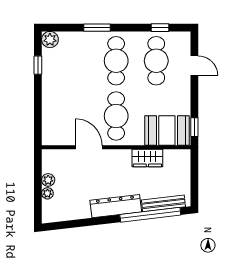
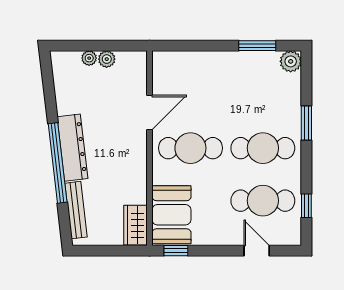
window: (38, 65) -> (257, 46), width x1.50
door: (194, 66) -> (257, 251), swing flipped
wardrobe: (147, 158) -> (136, 225), moved
window: (150, 215) -> (58, 163), moved

